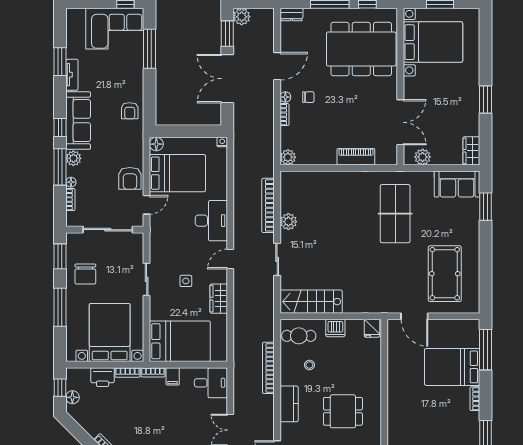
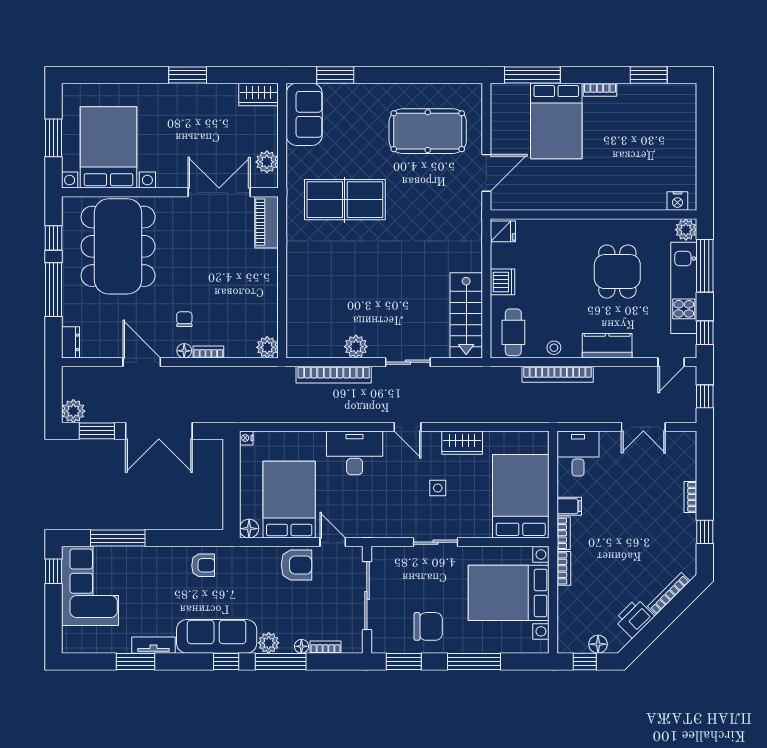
piano: (356, 157) -> (266, 222), moved
stool: (309, 365) -> (554, 348), moved
printer: (103, 377) -> (634, 618), moved, turned -135

